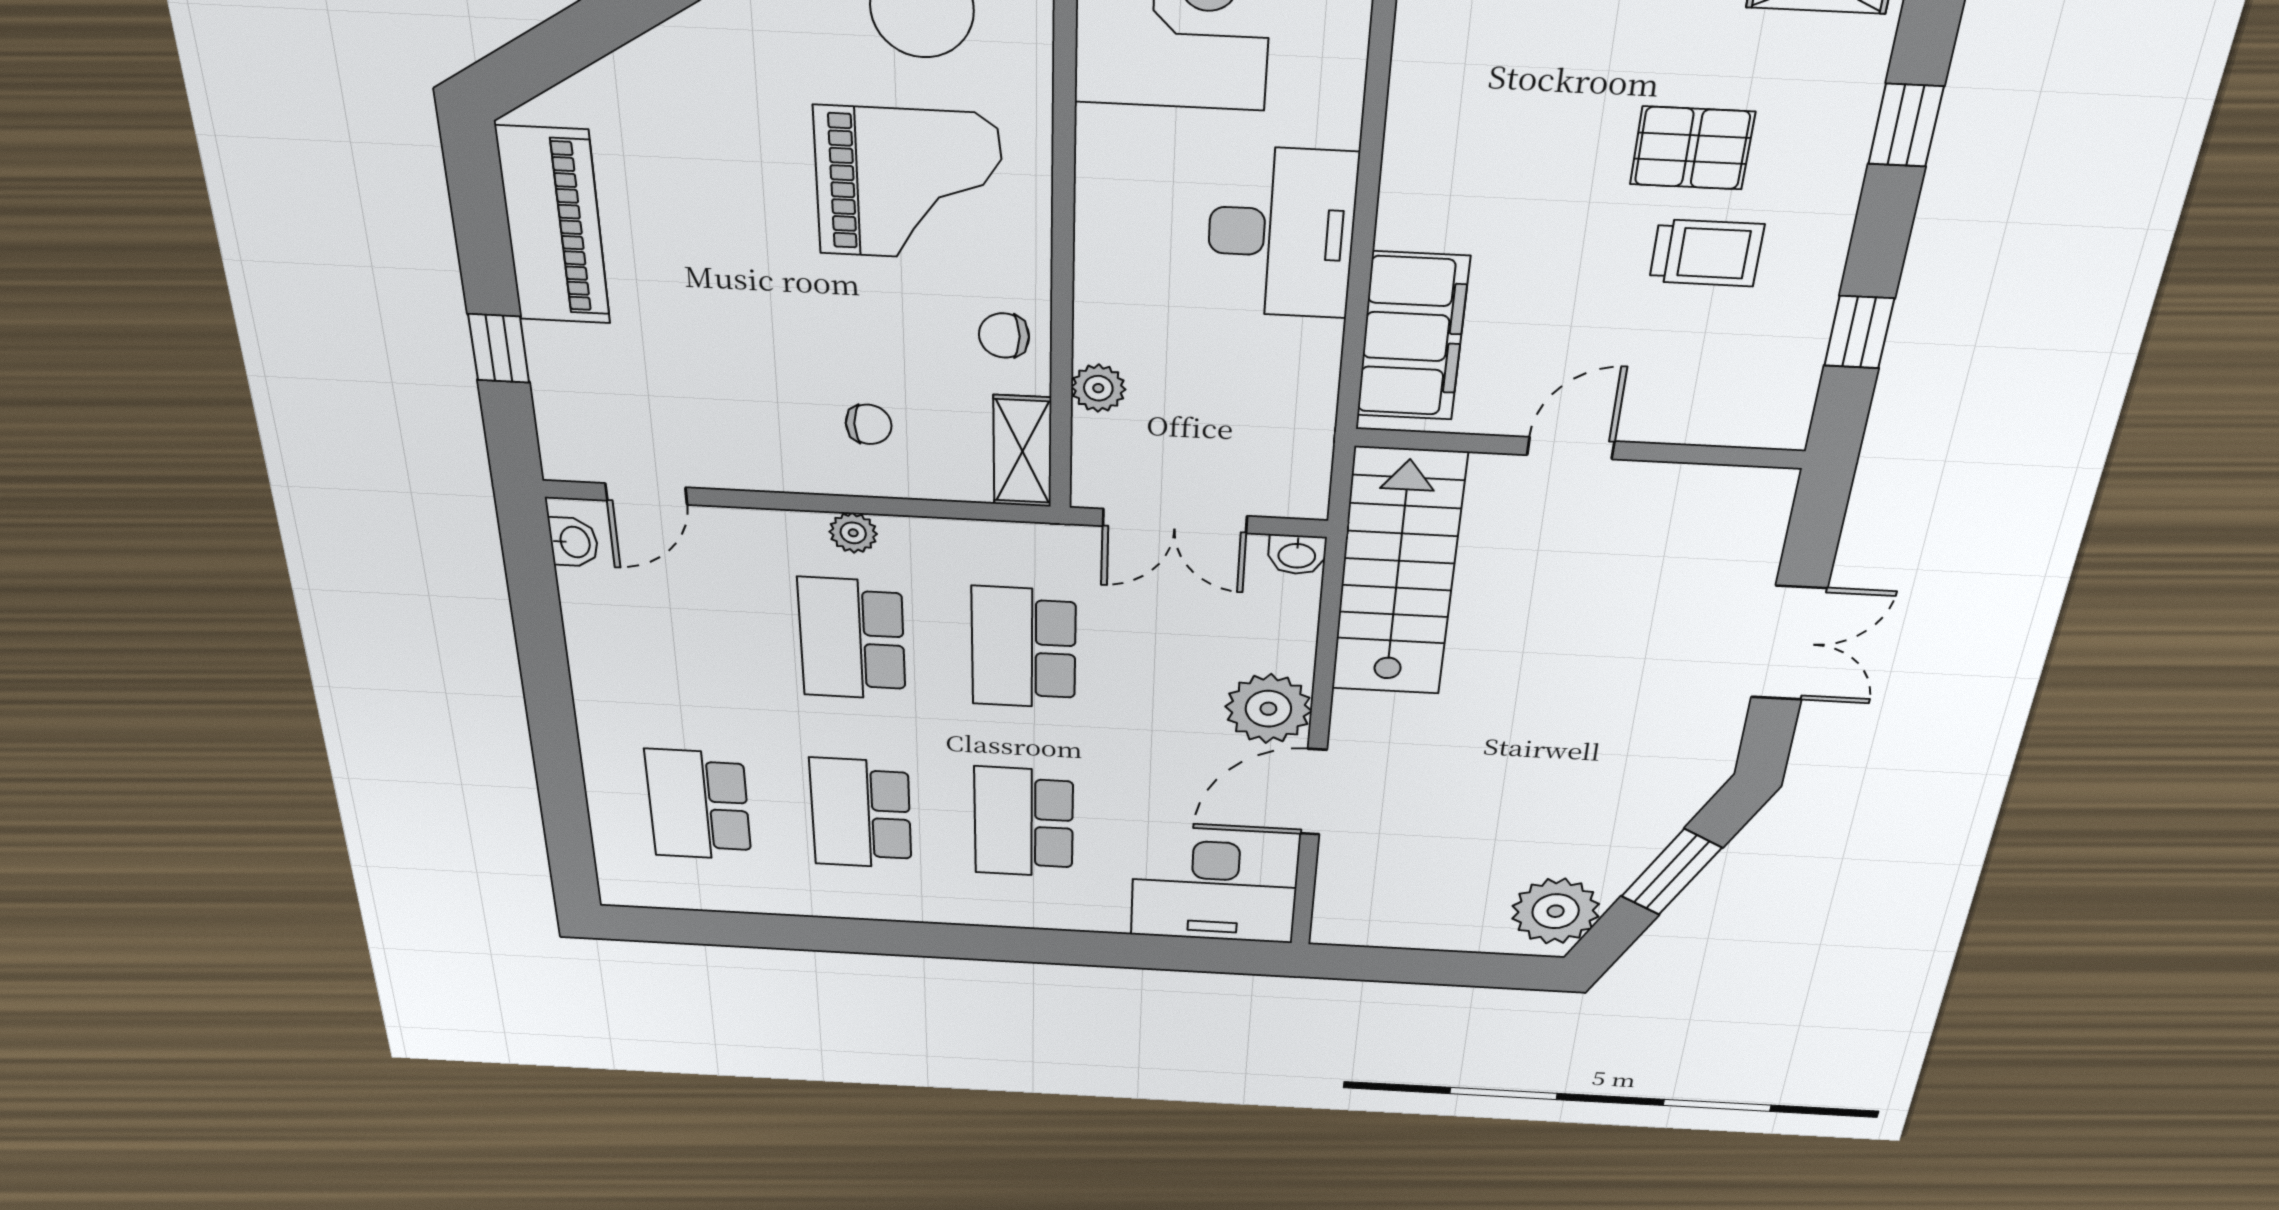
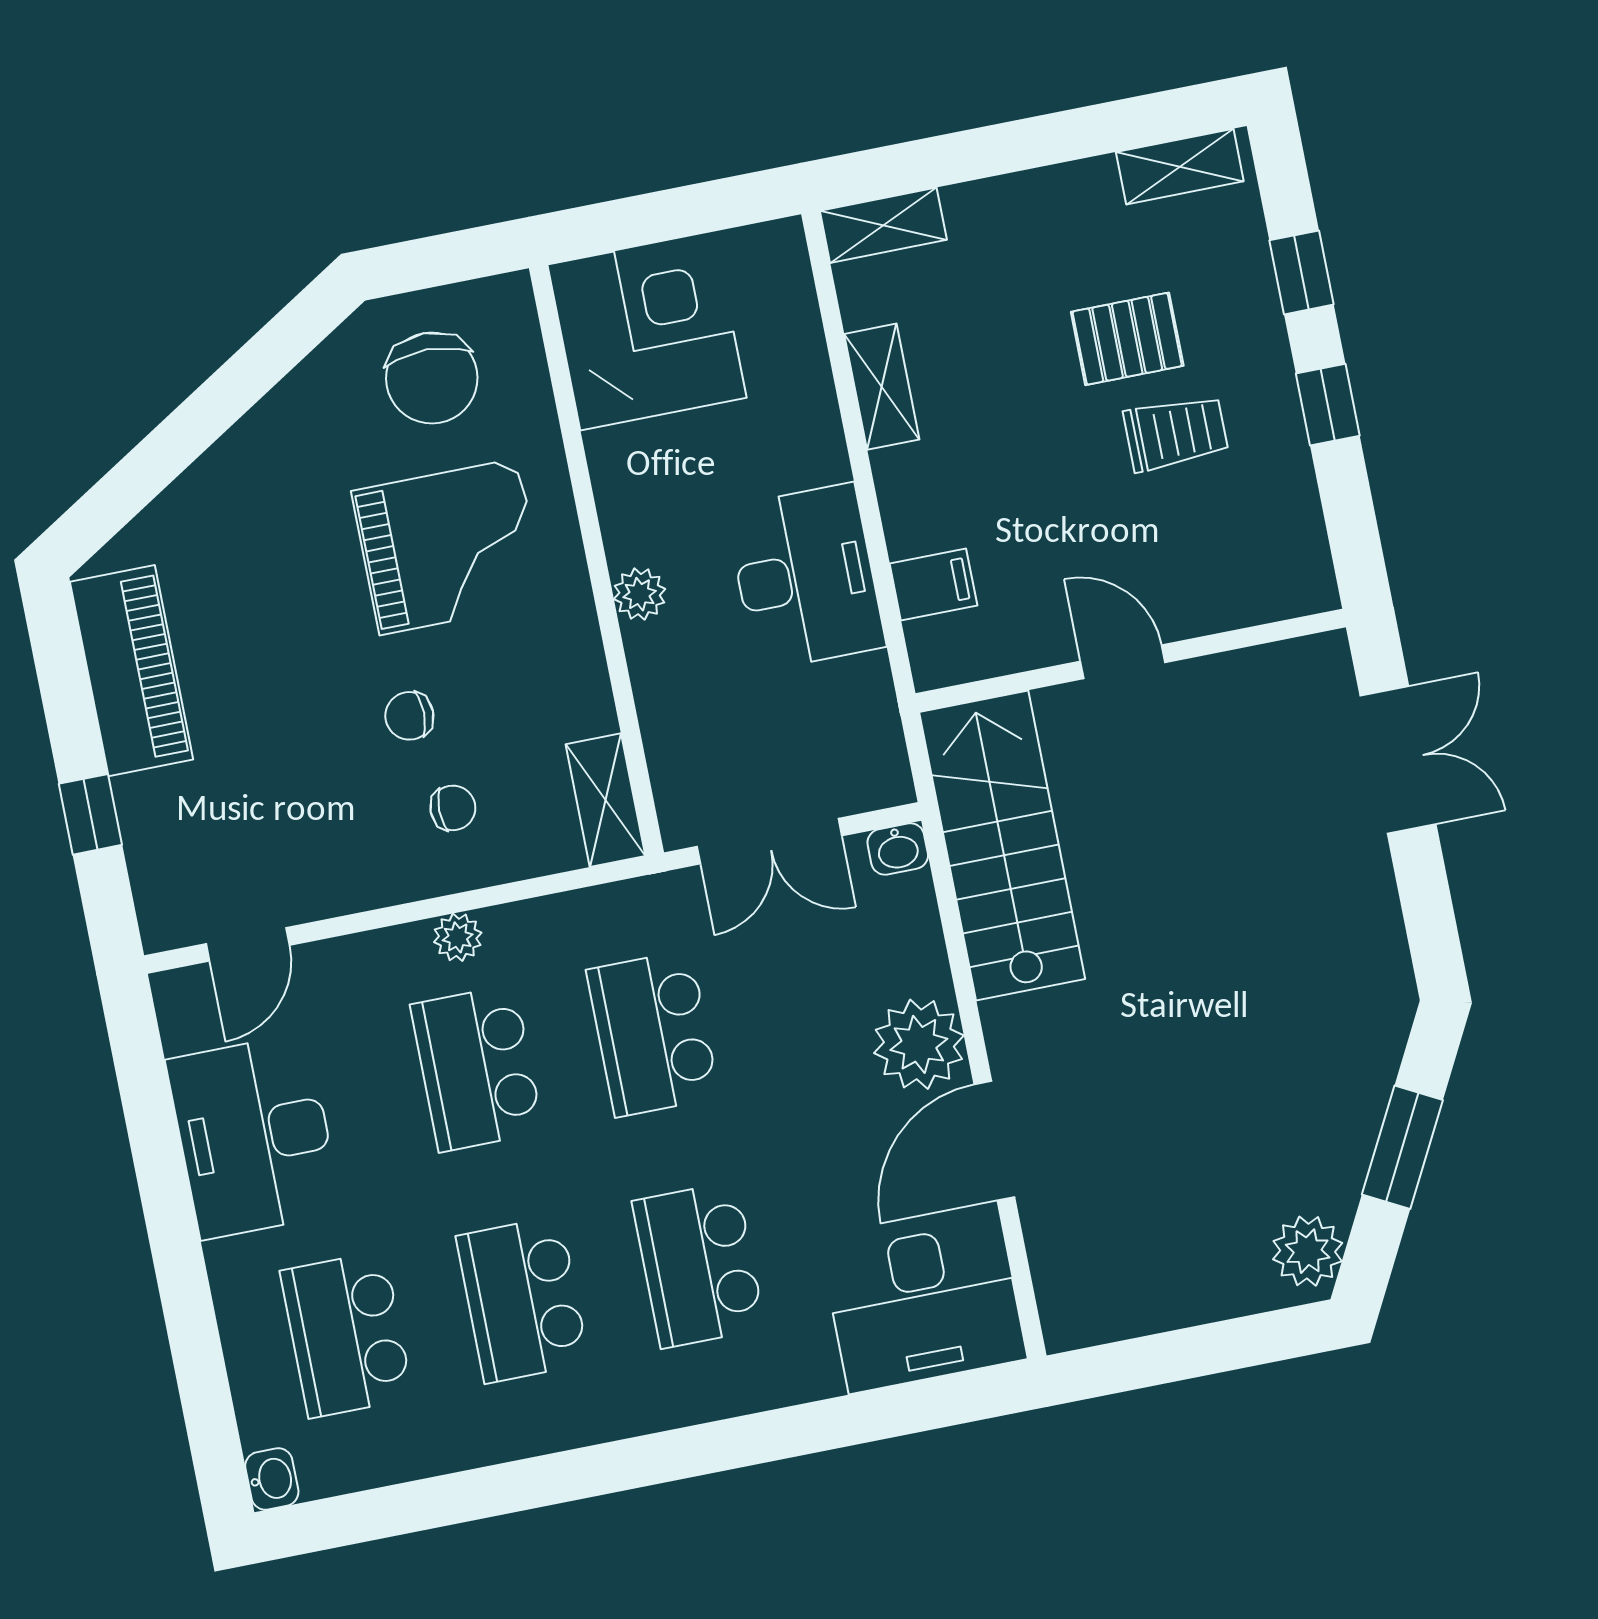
shelving: (1413, 134) -> (882, 387), added
desk: (1281, 233) -> (805, 577), moved
window: (1859, 332) -> (1328, 405), moved
chair: (1004, 336) -> (409, 716), moved
filing cabinet: (1413, 337) -> (933, 585), width x0.33, depth x0.86
plant: (1098, 388) -> (640, 594), moved
door: (1571, 448) -> (1123, 662), hinge flipped
washbasin: (574, 542) -> (272, 1479), moved
double door: (1789, 643) -> (1398, 760), moved
desk: (633, 646) -> (254, 1136), added
plant: (1556, 911) -> (1308, 1251), width x0.73, depth x0.73

